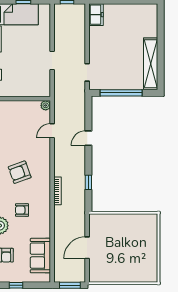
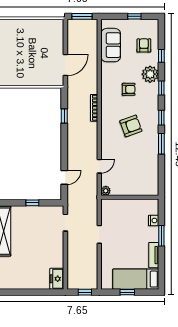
window: (121, 93) -> (32, 203), width x0.32
door: (88, 138) -> (64, 177), moved
door: (87, 248) -> (65, 65), moved

